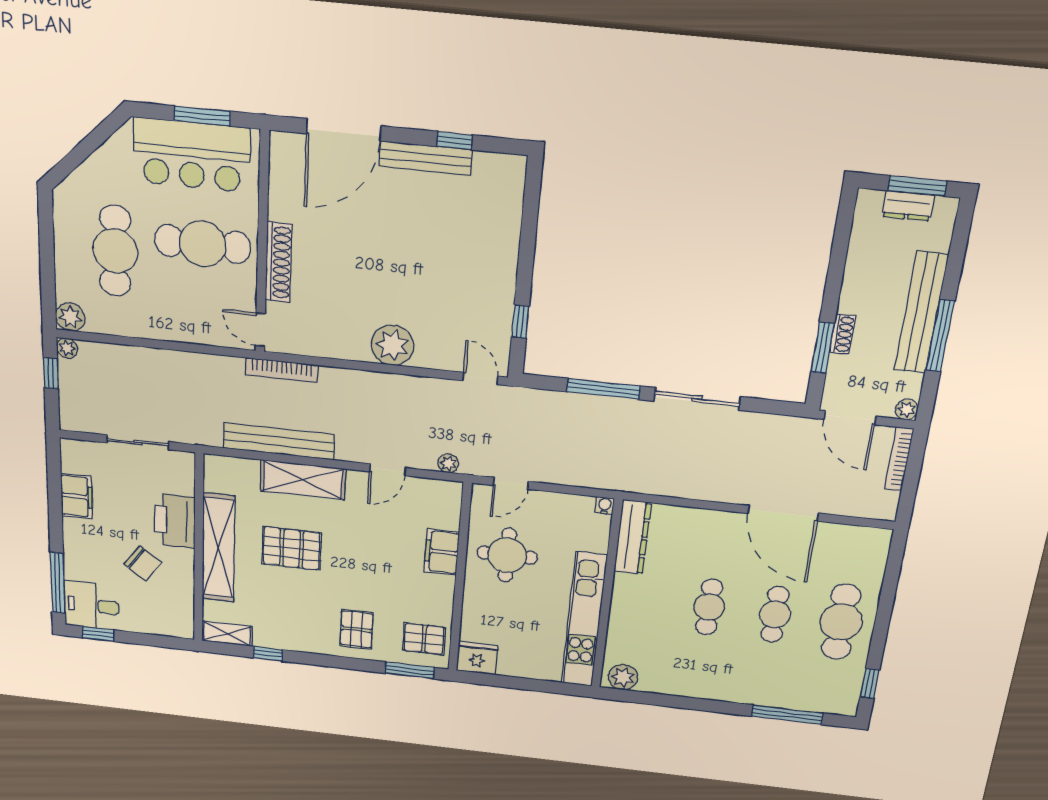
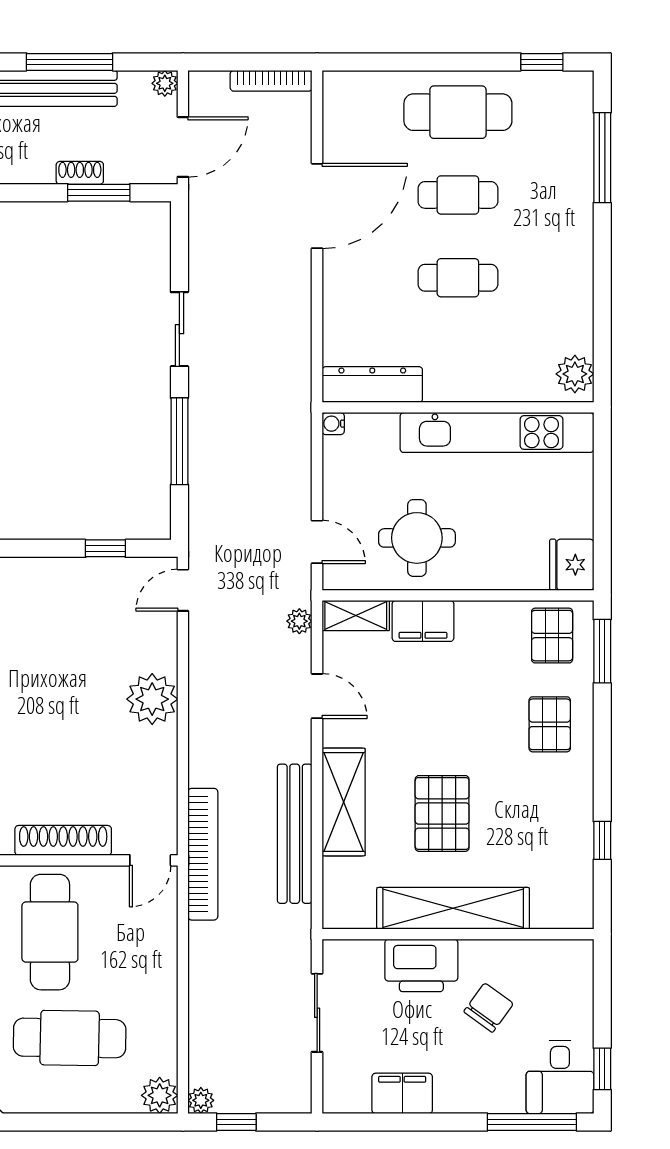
bookcase: (282, 370) -> (203, 854), width x1.48, depth x1.31
sliding door: (697, 399) -> (179, 329), width x0.73
bookcase: (899, 459) -> (271, 81), moved
pallet: (357, 629) -> (550, 724), turned 90
shelving: (227, 634) -> (356, 615), moved, turned 90

